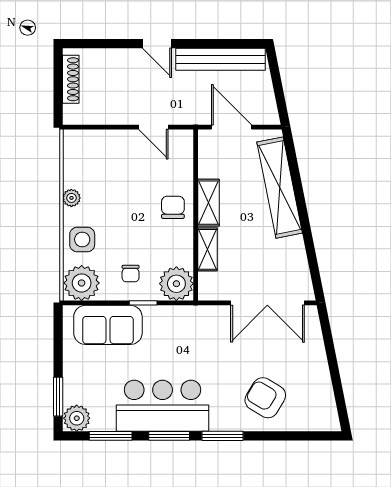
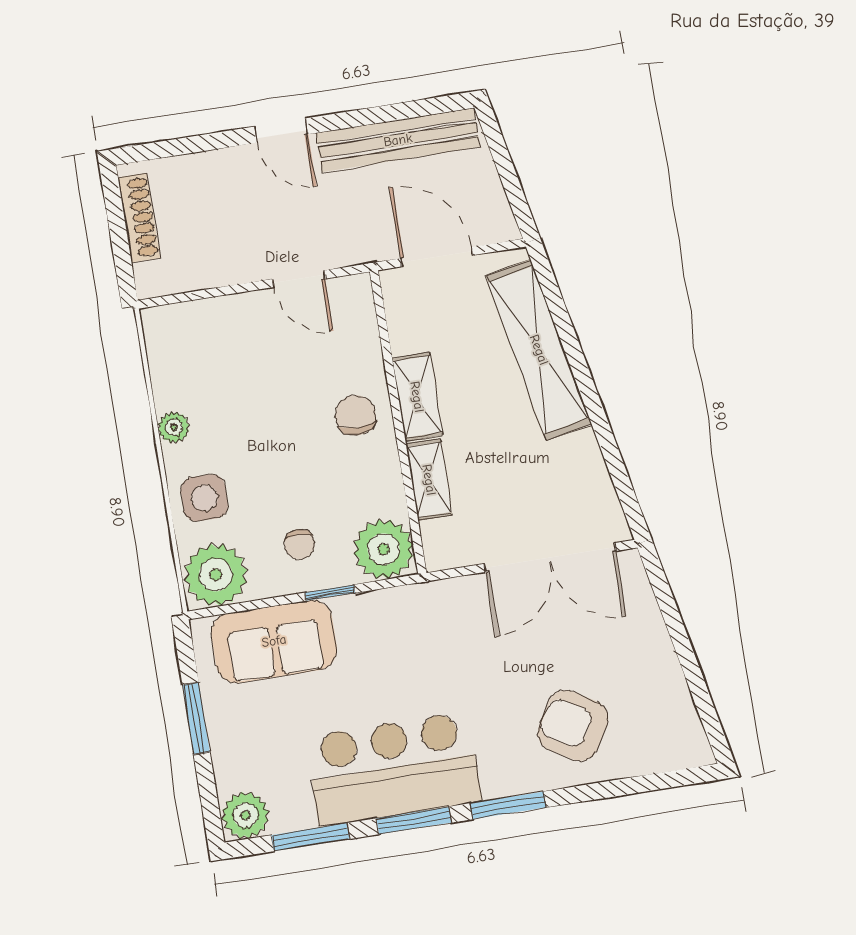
window: (58, 397) -> (196, 718), moved

